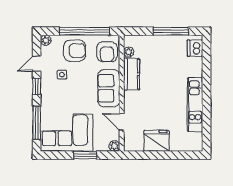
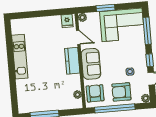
dishwasher: (195, 48) -> (24, 102), removed
kitchen counter: (132, 74) -> (72, 61), moved
fridge: (156, 141) -> (67, 21), moved, width x0.53, depth x0.75

